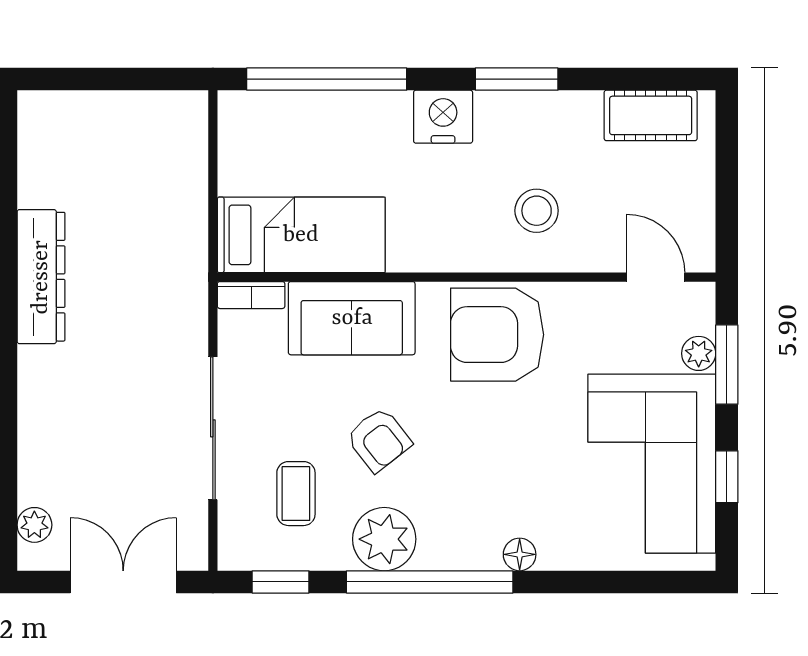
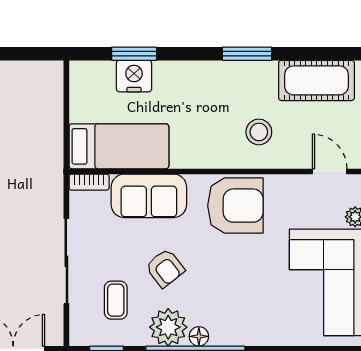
window: (327, 79) -> (134, 54), width x0.47
cot: (651, 115) -> (316, 80), width x1.37, depth x1.34
nightstand: (443, 117) -> (134, 76), moved
armchair: (497, 335) -> (235, 206), turned 180
floor lamp: (520, 554) -> (199, 336), moved

